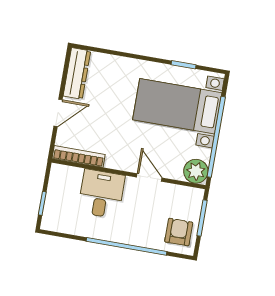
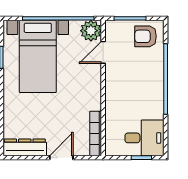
door: (58, 113) -> (61, 158), hinge flipped
door: (149, 177) -> (103, 52), moved
desk: (101, 194) -> (144, 138), moved, turned 180

